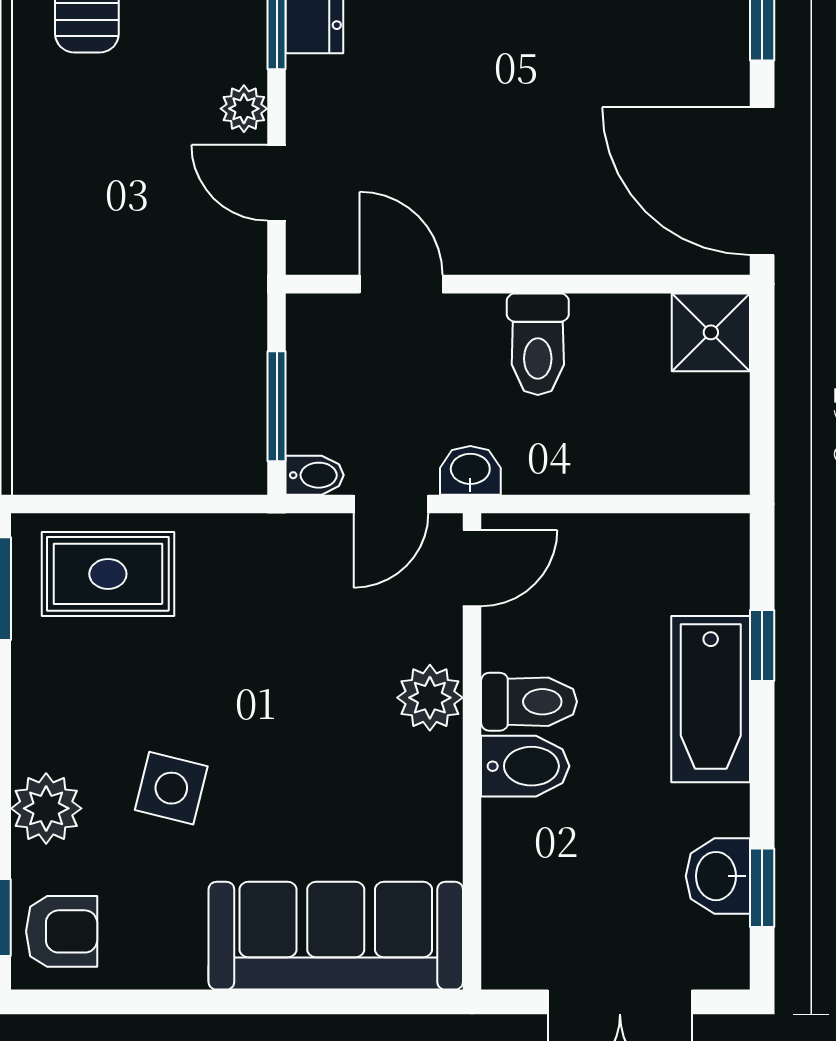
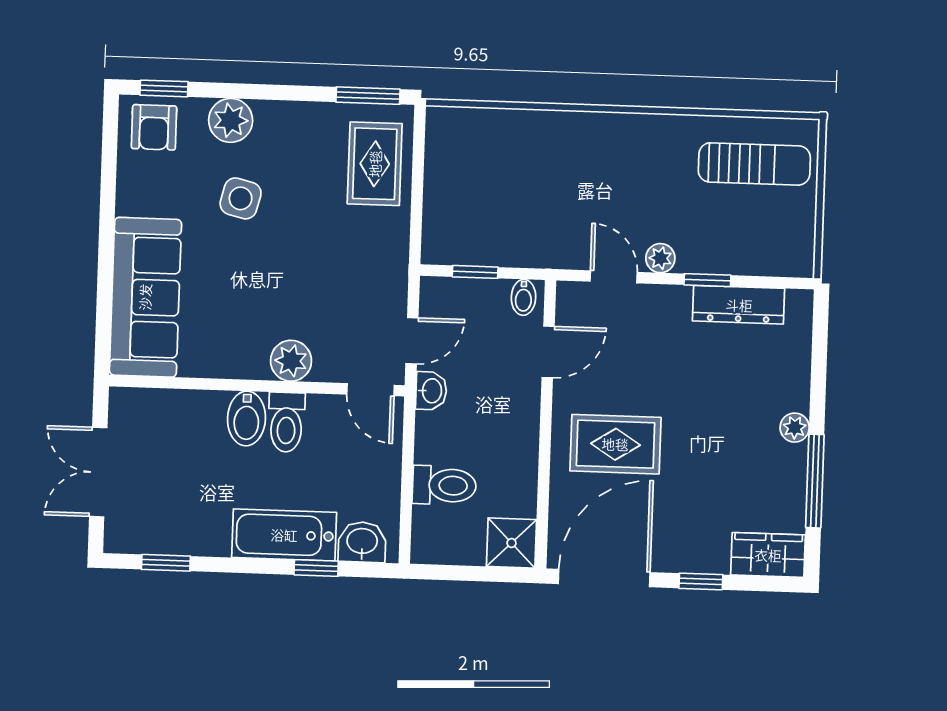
rug: (546, 171) -> (615, 444), added
door: (277, 183) -> (614, 277), hinge flipped
toilet: (538, 344) -> (444, 485), moved, turned 180
window: (277, 406) -> (475, 272), width x0.67
bidet: (315, 475) -> (523, 297), moved
door: (391, 504) -> (412, 341), swing flipped
washbasin: (718, 876) -> (362, 542), moved

